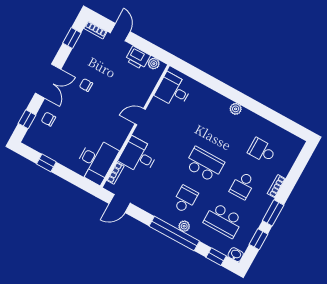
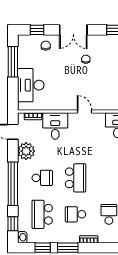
desk: (96, 161) -> (31, 85), moved, turned 90
window: (46, 163) -> (13, 62), width x2.17
plant: (184, 226) -> (26, 151), moved, width x1.88, depth x1.88

